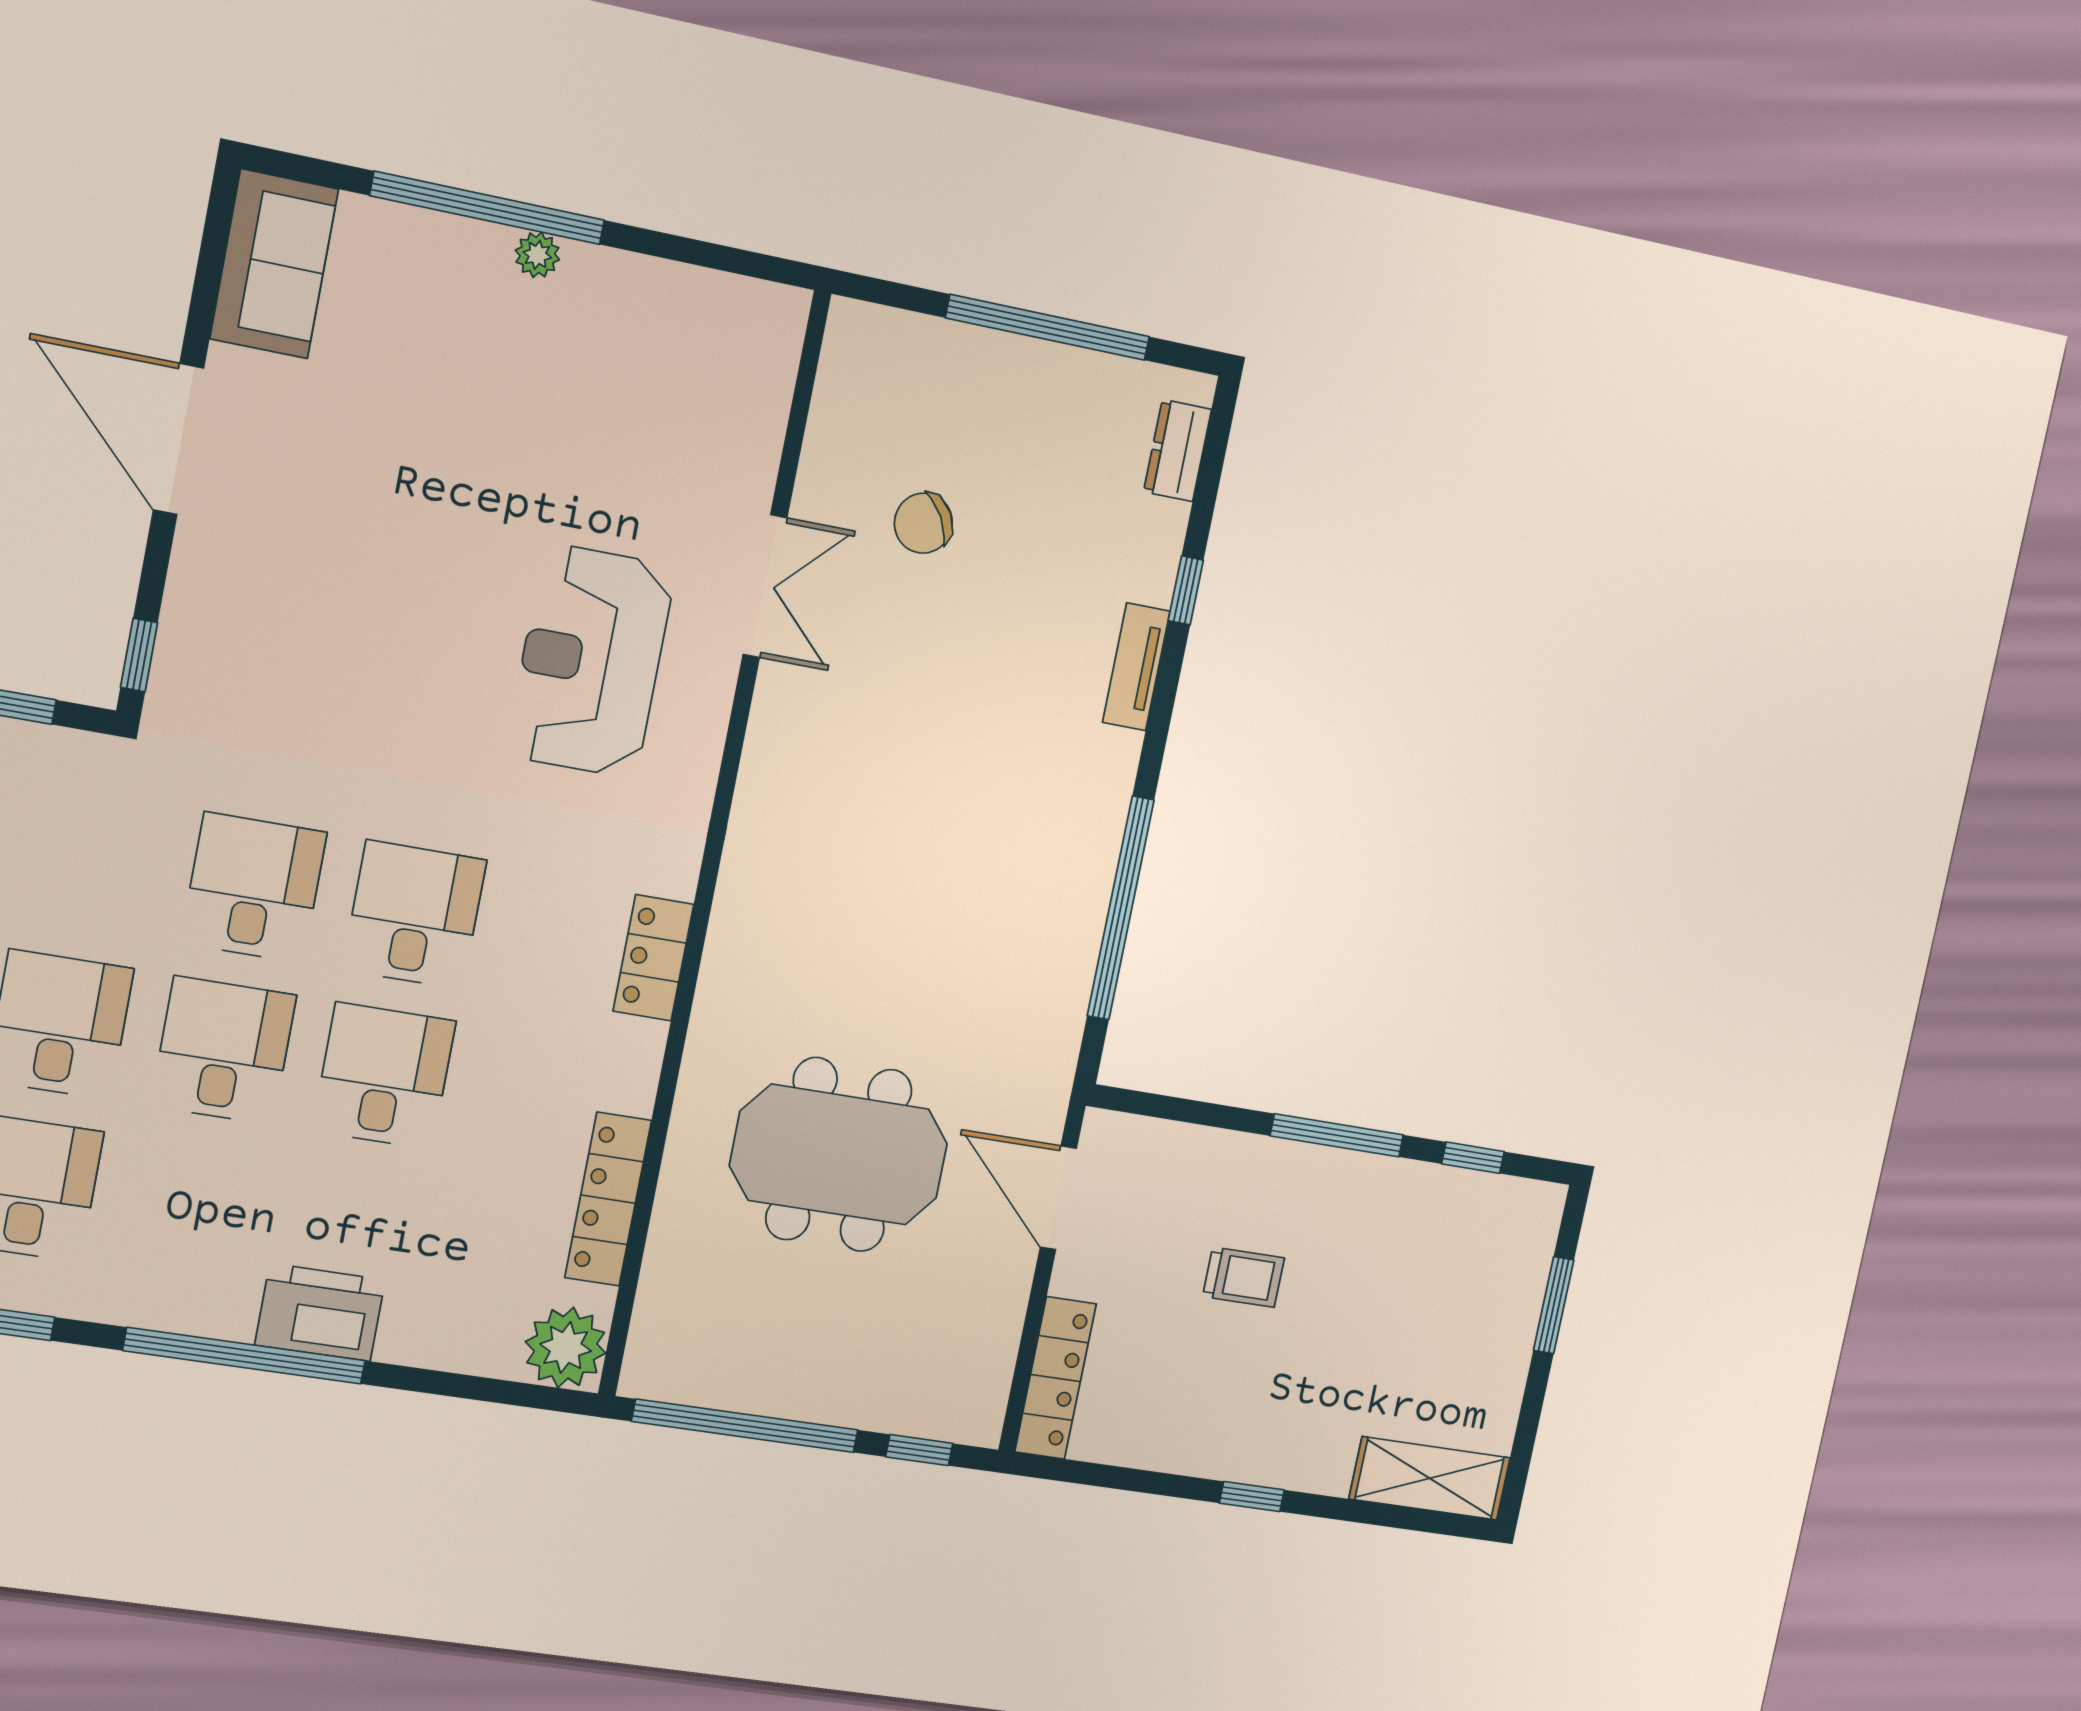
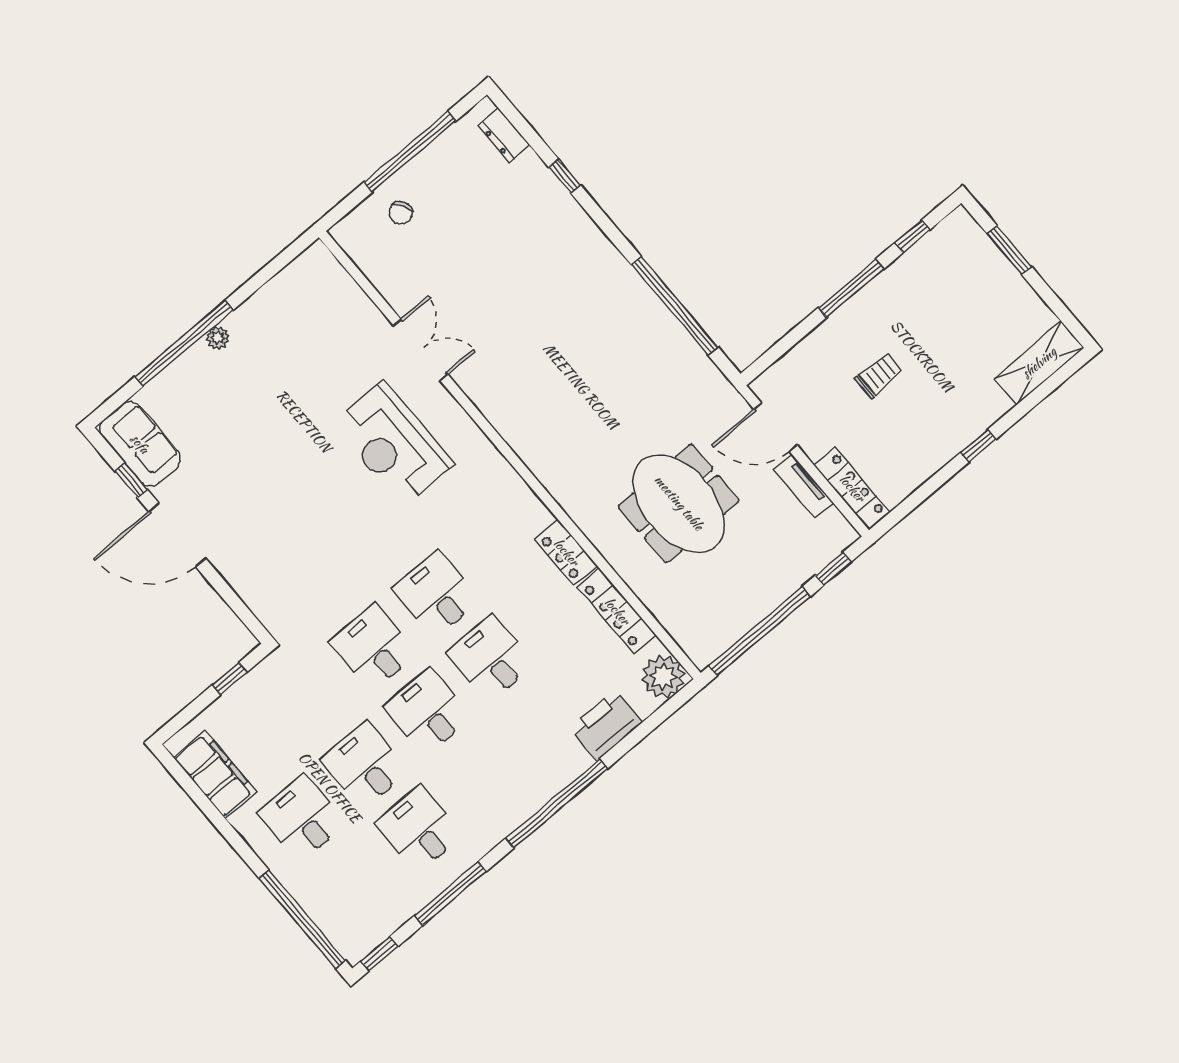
chair: (923, 523) -> (401, 213), moved, width x0.73, depth x0.73
window: (139, 655) -> (131, 480), moved
tv unit: (1136, 667) -> (803, 486), moved
locker: (653, 958) -> (566, 552), moved
meeting table: (839, 1155) -> (679, 503), turned 90
printer: (320, 1312) -> (606, 725), moved

